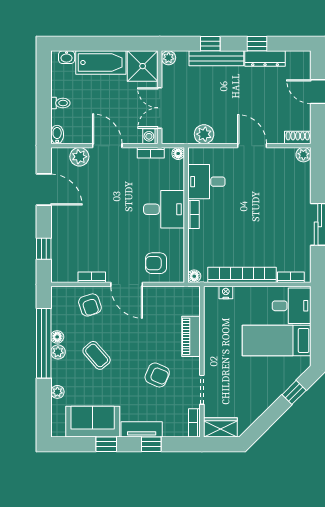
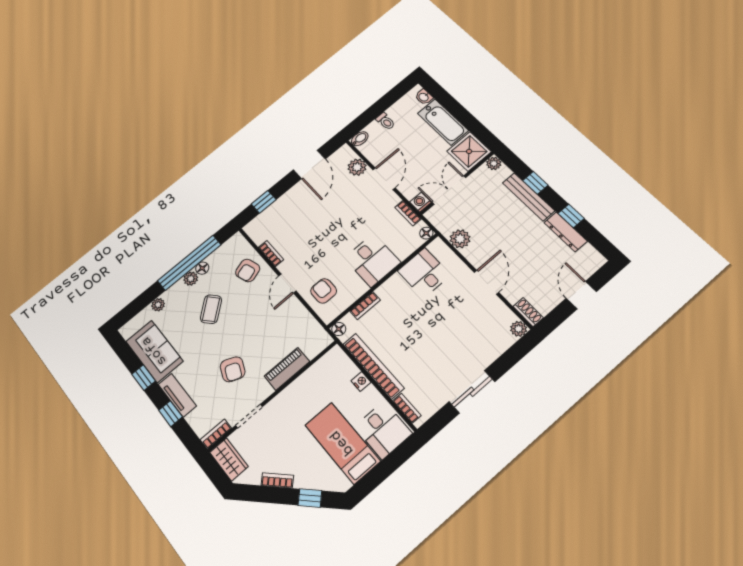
bookcase: (193, 214) -> (365, 306), moved
door: (127, 284) -> (287, 284), width x0.73
nightstand: (226, 292) -> (361, 381), moved
bookcase: (263, 405) -> (277, 480), added

